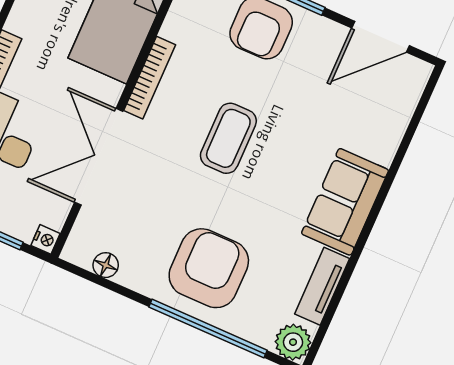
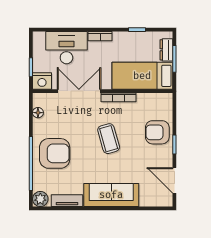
coffee table: (228, 138) -> (109, 139), turned 74
sofa: (345, 202) -> (111, 195), width x1.36
nightstand: (46, 239) -> (42, 81), width x1.89, depth x1.79

